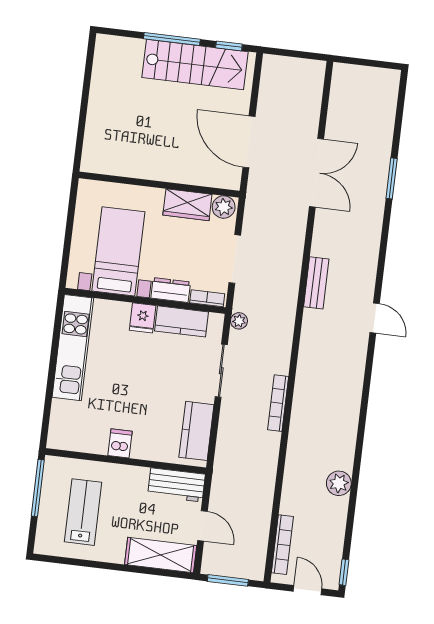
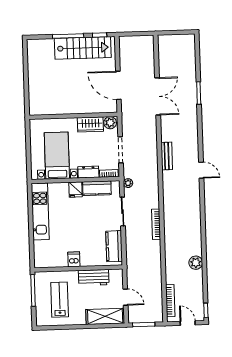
workbench: (176, 485) -> (94, 278), moved

